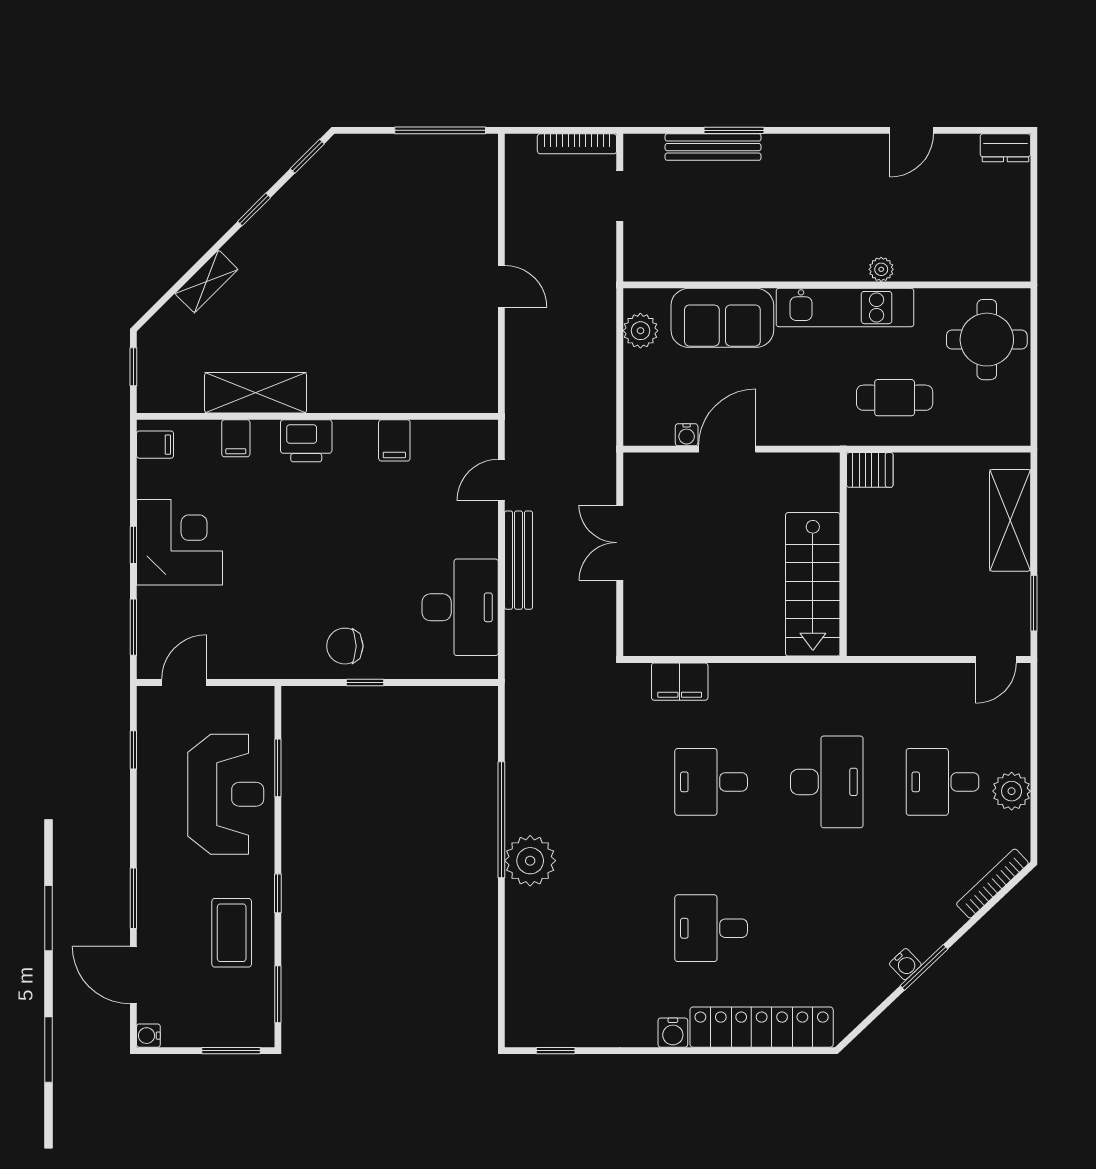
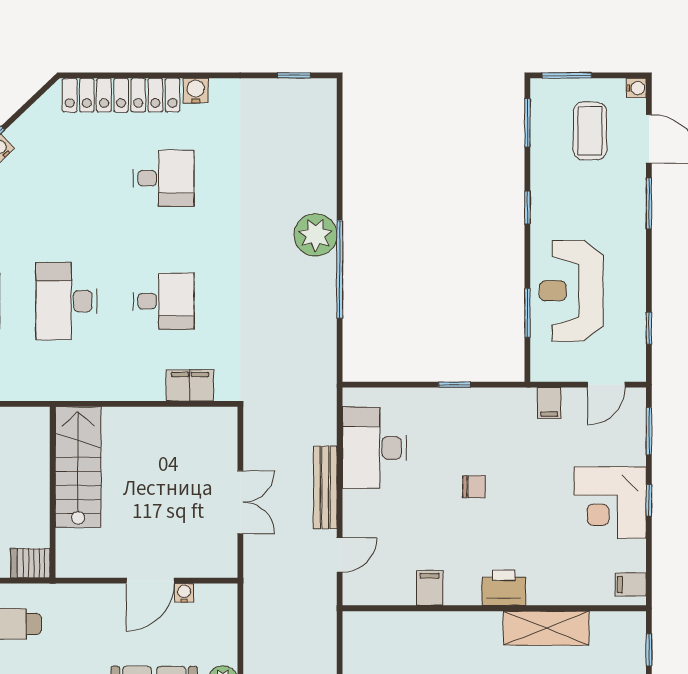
filing cabinet: (236, 438) -> (549, 403), moved, turned 180
chair: (345, 646) -> (474, 487), moved, width x0.73, depth x0.73
coffee table: (232, 933) -> (590, 131), moved

